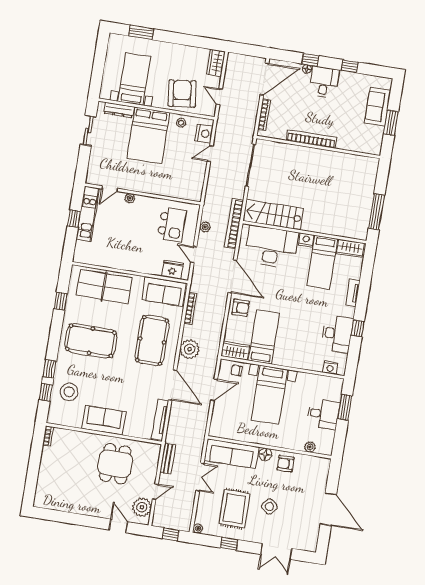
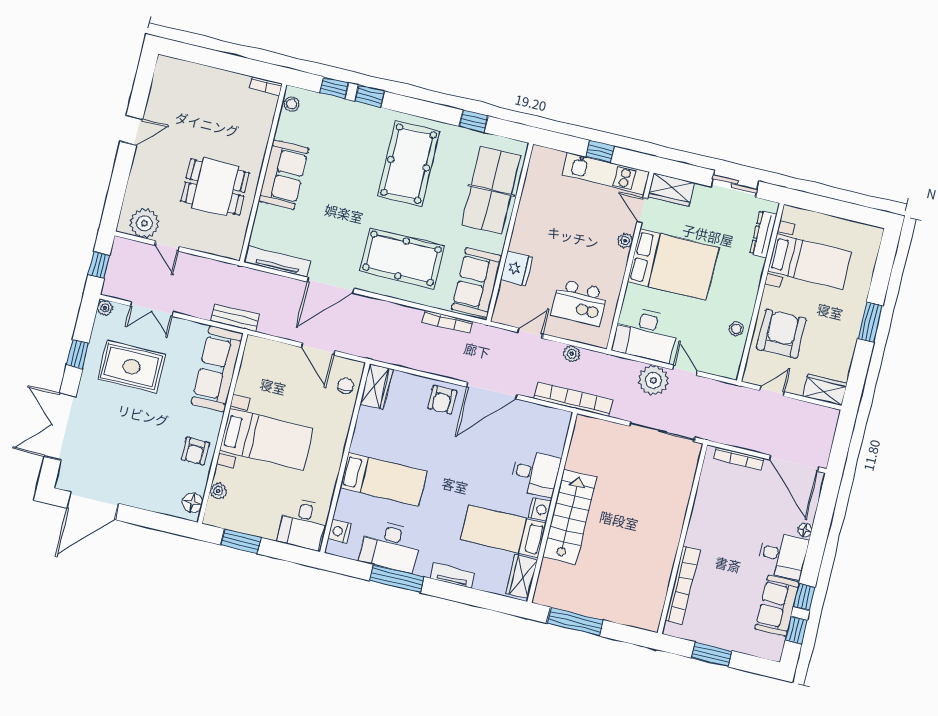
window: (141, 32) -> (870, 322), moved
window: (310, 60) -> (796, 630), moved
armchair: (182, 94) -> (781, 334), turned -83
sofa: (378, 107) -> (777, 606), moved, turned -90
nightstand: (204, 133) -> (717, 363), removed
bed: (148, 135) -> (673, 265), moved, turned 180
bookcase: (311, 139) -> (682, 585), moved
wardrobe: (95, 171) -> (671, 190), added
desk: (189, 181) -> (645, 334), added
stairs: (273, 215) -> (570, 517), moved
desk: (271, 247) -> (535, 473), width x0.53, depth x0.77
fridge: (172, 270) -> (516, 269), moved
window: (358, 328) -> (397, 579), width x2.17
bed: (264, 337) -> (383, 479), moved
plant: (190, 349) -> (653, 380), moved
stool: (69, 392) -> (291, 104), moved, width x0.53, depth x0.53
bed with nightstands: (269, 395) -> (266, 440), moved, turned 180
window: (345, 407) -> (241, 541), moved
desk: (323, 414) -> (303, 524), moved
floor lamp: (265, 454) -> (192, 503), moved
bench: (168, 459) -> (235, 318), moved
armchair: (285, 464) -> (195, 451), turned 180
double door: (200, 477) -> (152, 309), moved
side table: (269, 506) -> (131, 421), removed
door: (328, 509) -> (93, 506), moved
door: (118, 526) -> (131, 130), moved
double door: (276, 551) -> (60, 427), width x1.37

